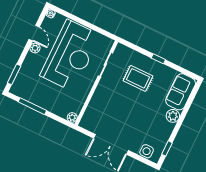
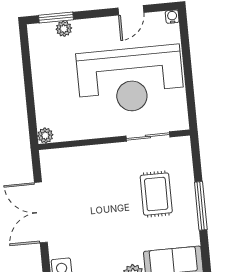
plant: (35, 48) -> (64, 29), moved
window: (158, 59) -> (201, 206), width x2.17
window: (32, 106) -> (27, 70), removed

